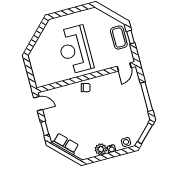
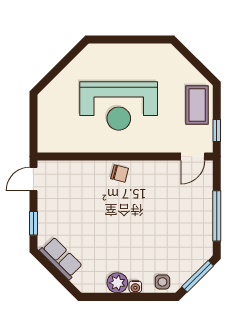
window: (131, 37) -> (217, 131), moved
reception desk: (75, 50) -> (119, 106), turned -90
door: (38, 104) -> (33, 179), swing flipped

